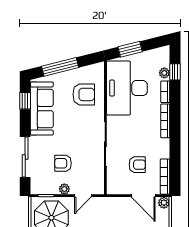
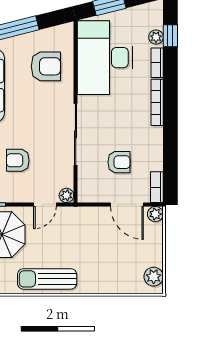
bookcase: (165, 177) -> (157, 187), width x0.64
plant: (64, 189) -> (66, 195), moved

